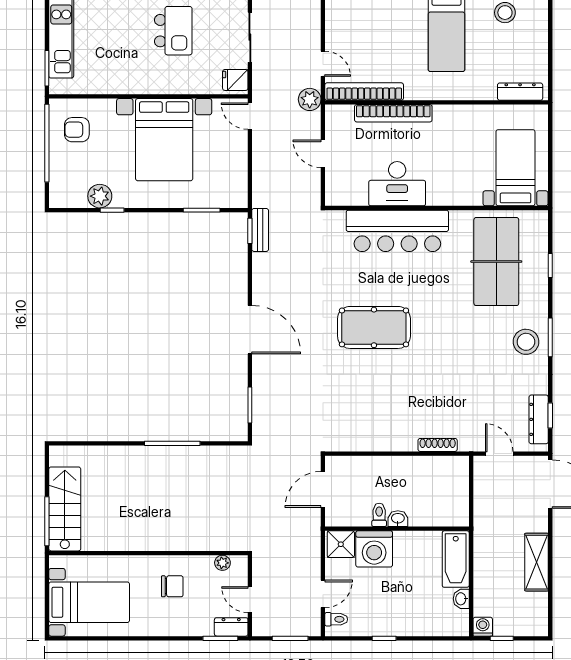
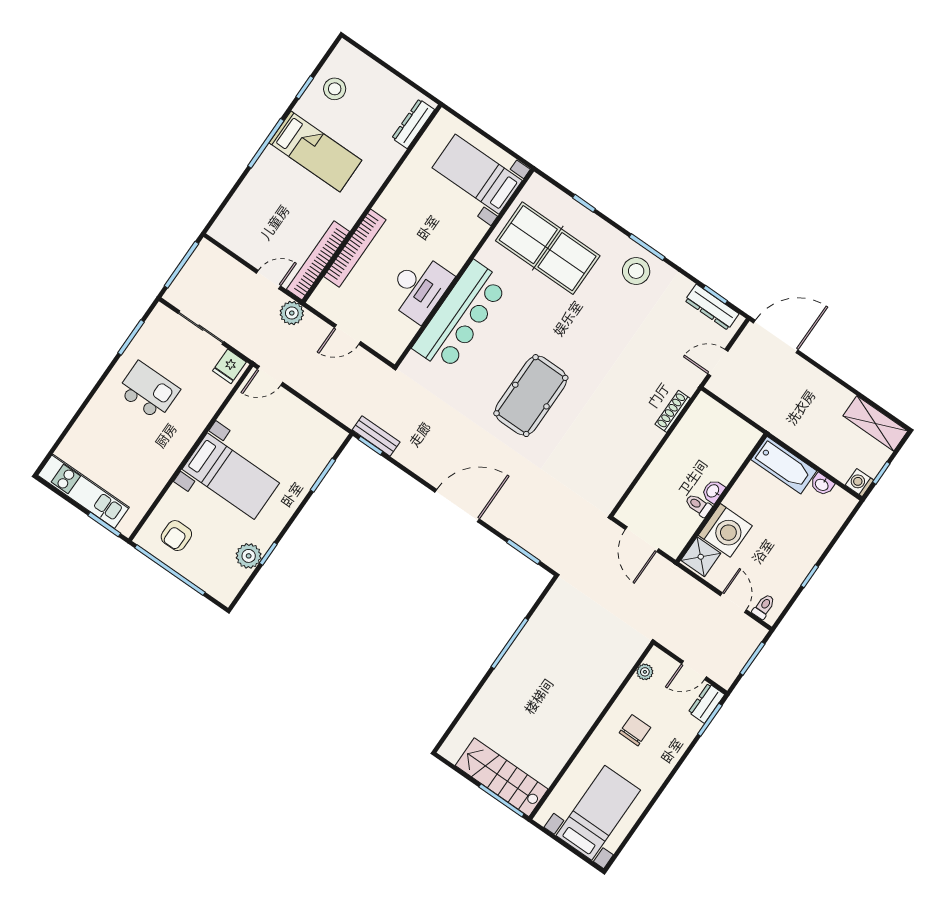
bed with nightstands: (164, 140) -> (231, 476), width x0.73
shelving: (537, 562) -> (875, 423), moved

